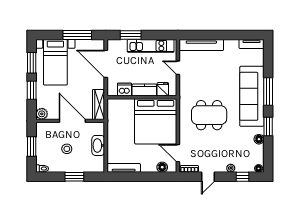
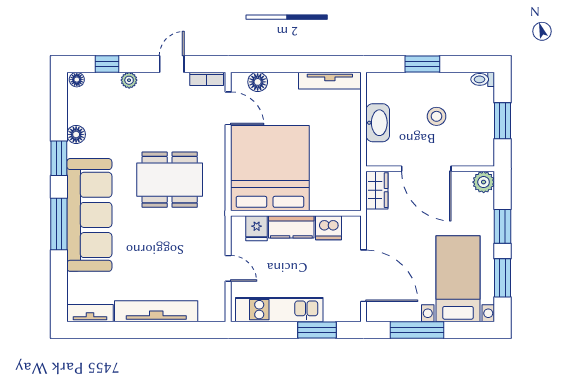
tv unit: (201, 45) -> (156, 311), moved
wardrobe: (99, 104) -> (377, 190), width x0.67

